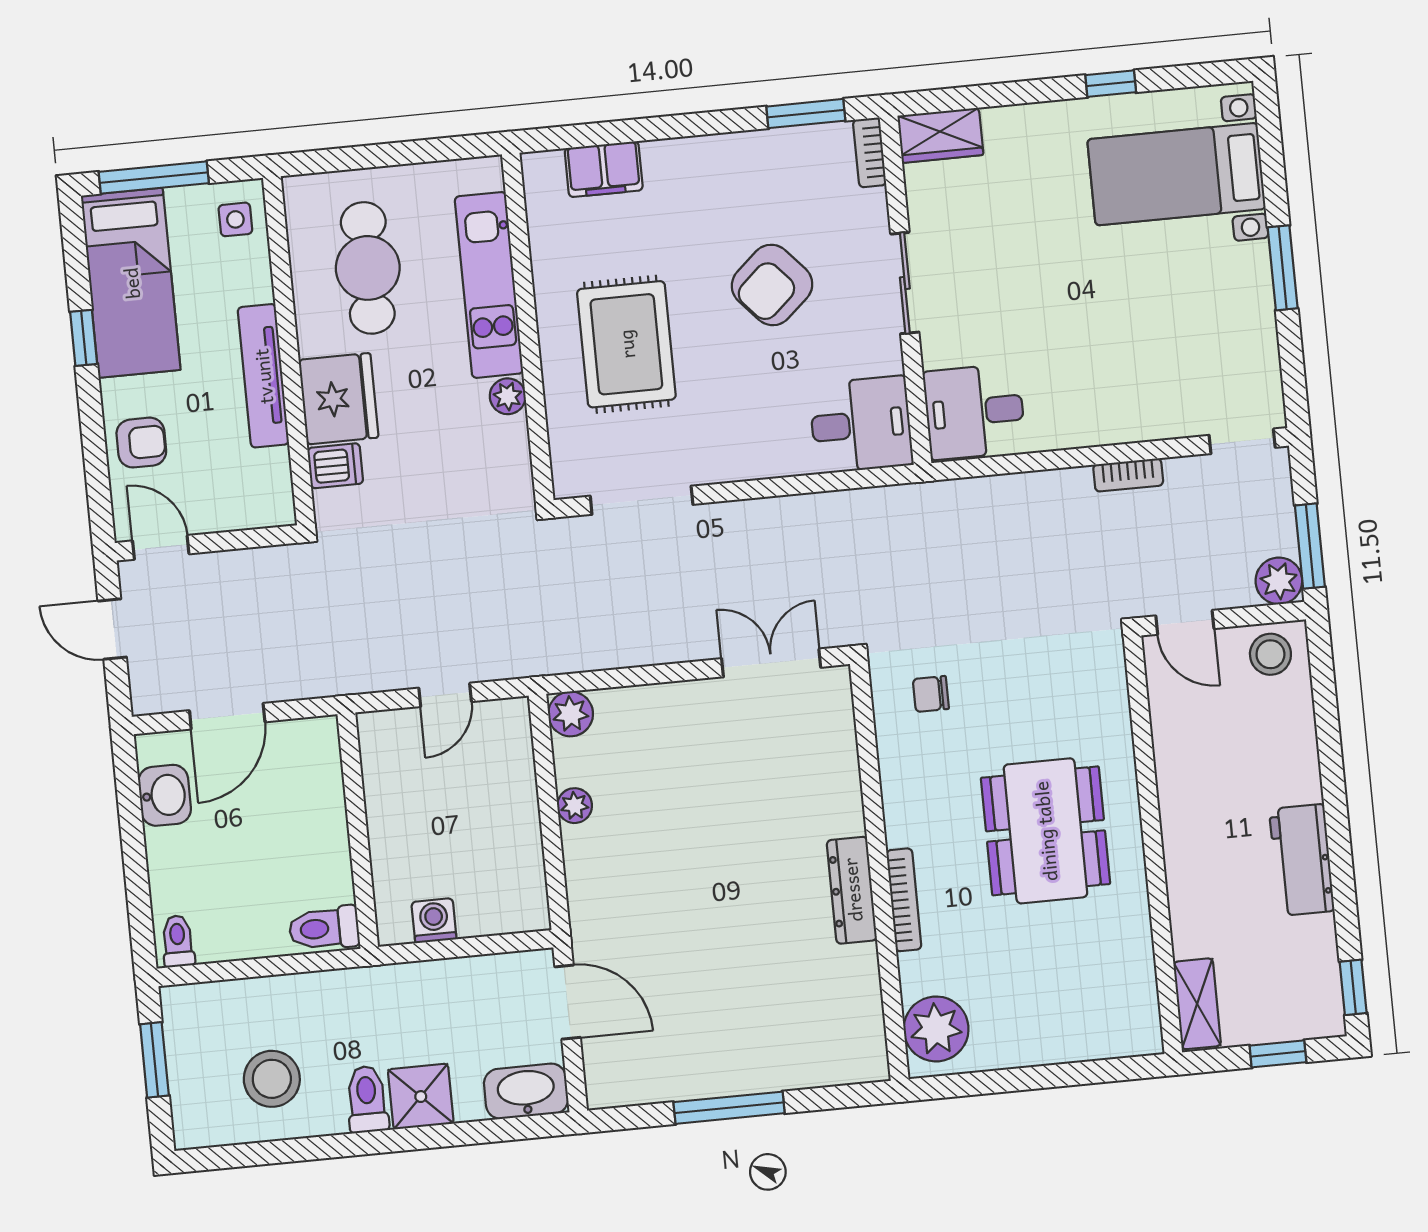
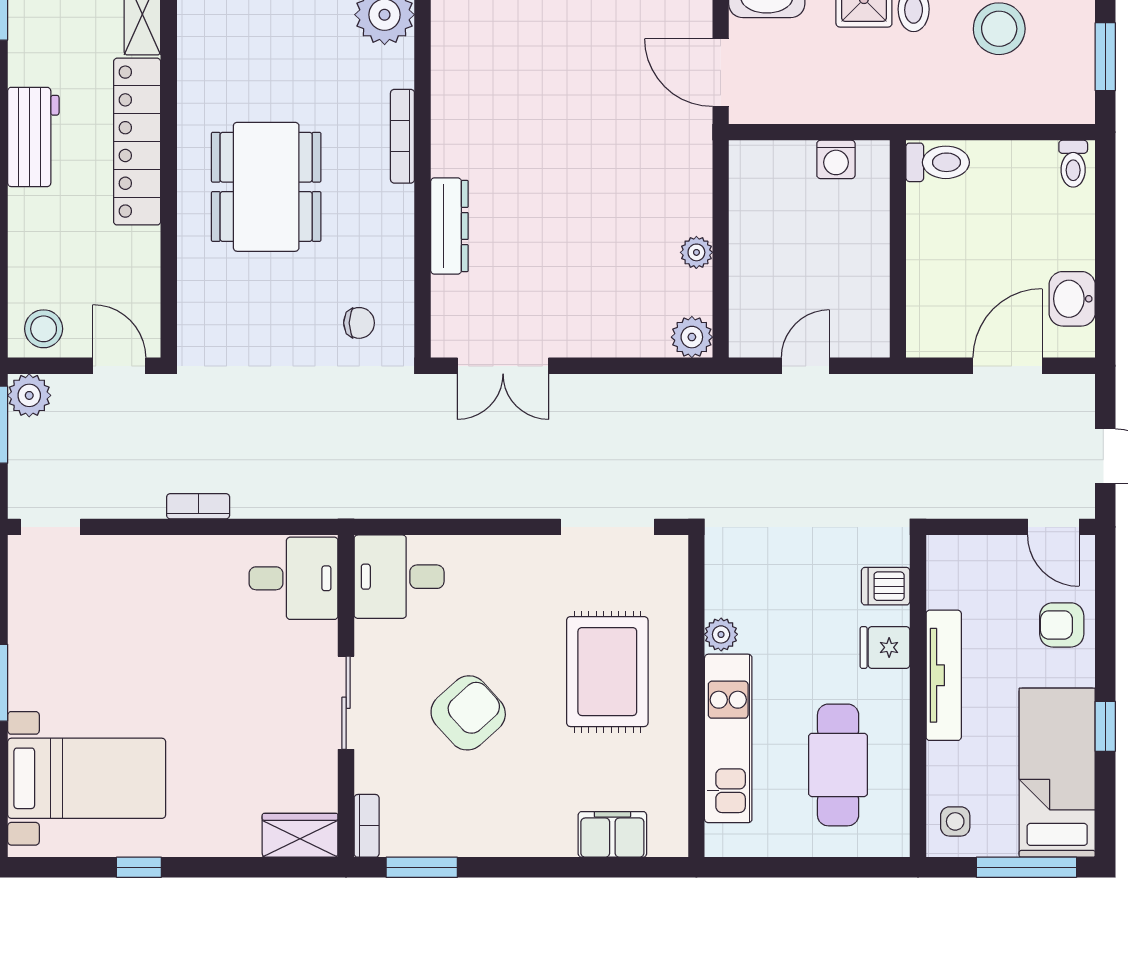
fridge: (339, 399) -> (885, 647), width x0.53, depth x0.75
bookcase: (1128, 475) -> (198, 506), moved
locker: (1189, 866) -> (137, 142), added
dresser: (852, 890) -> (449, 226), moved

